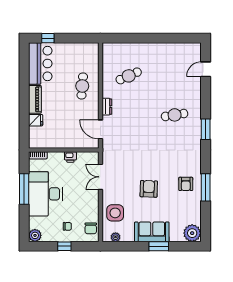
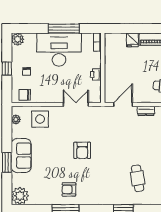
armchair: (149, 189) -> (82, 150), moved, turned 88

